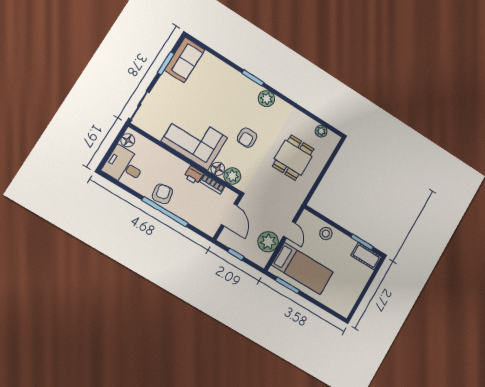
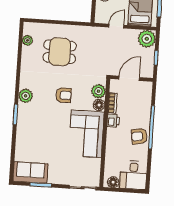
plant: (268, 242) -> (147, 39), moved

